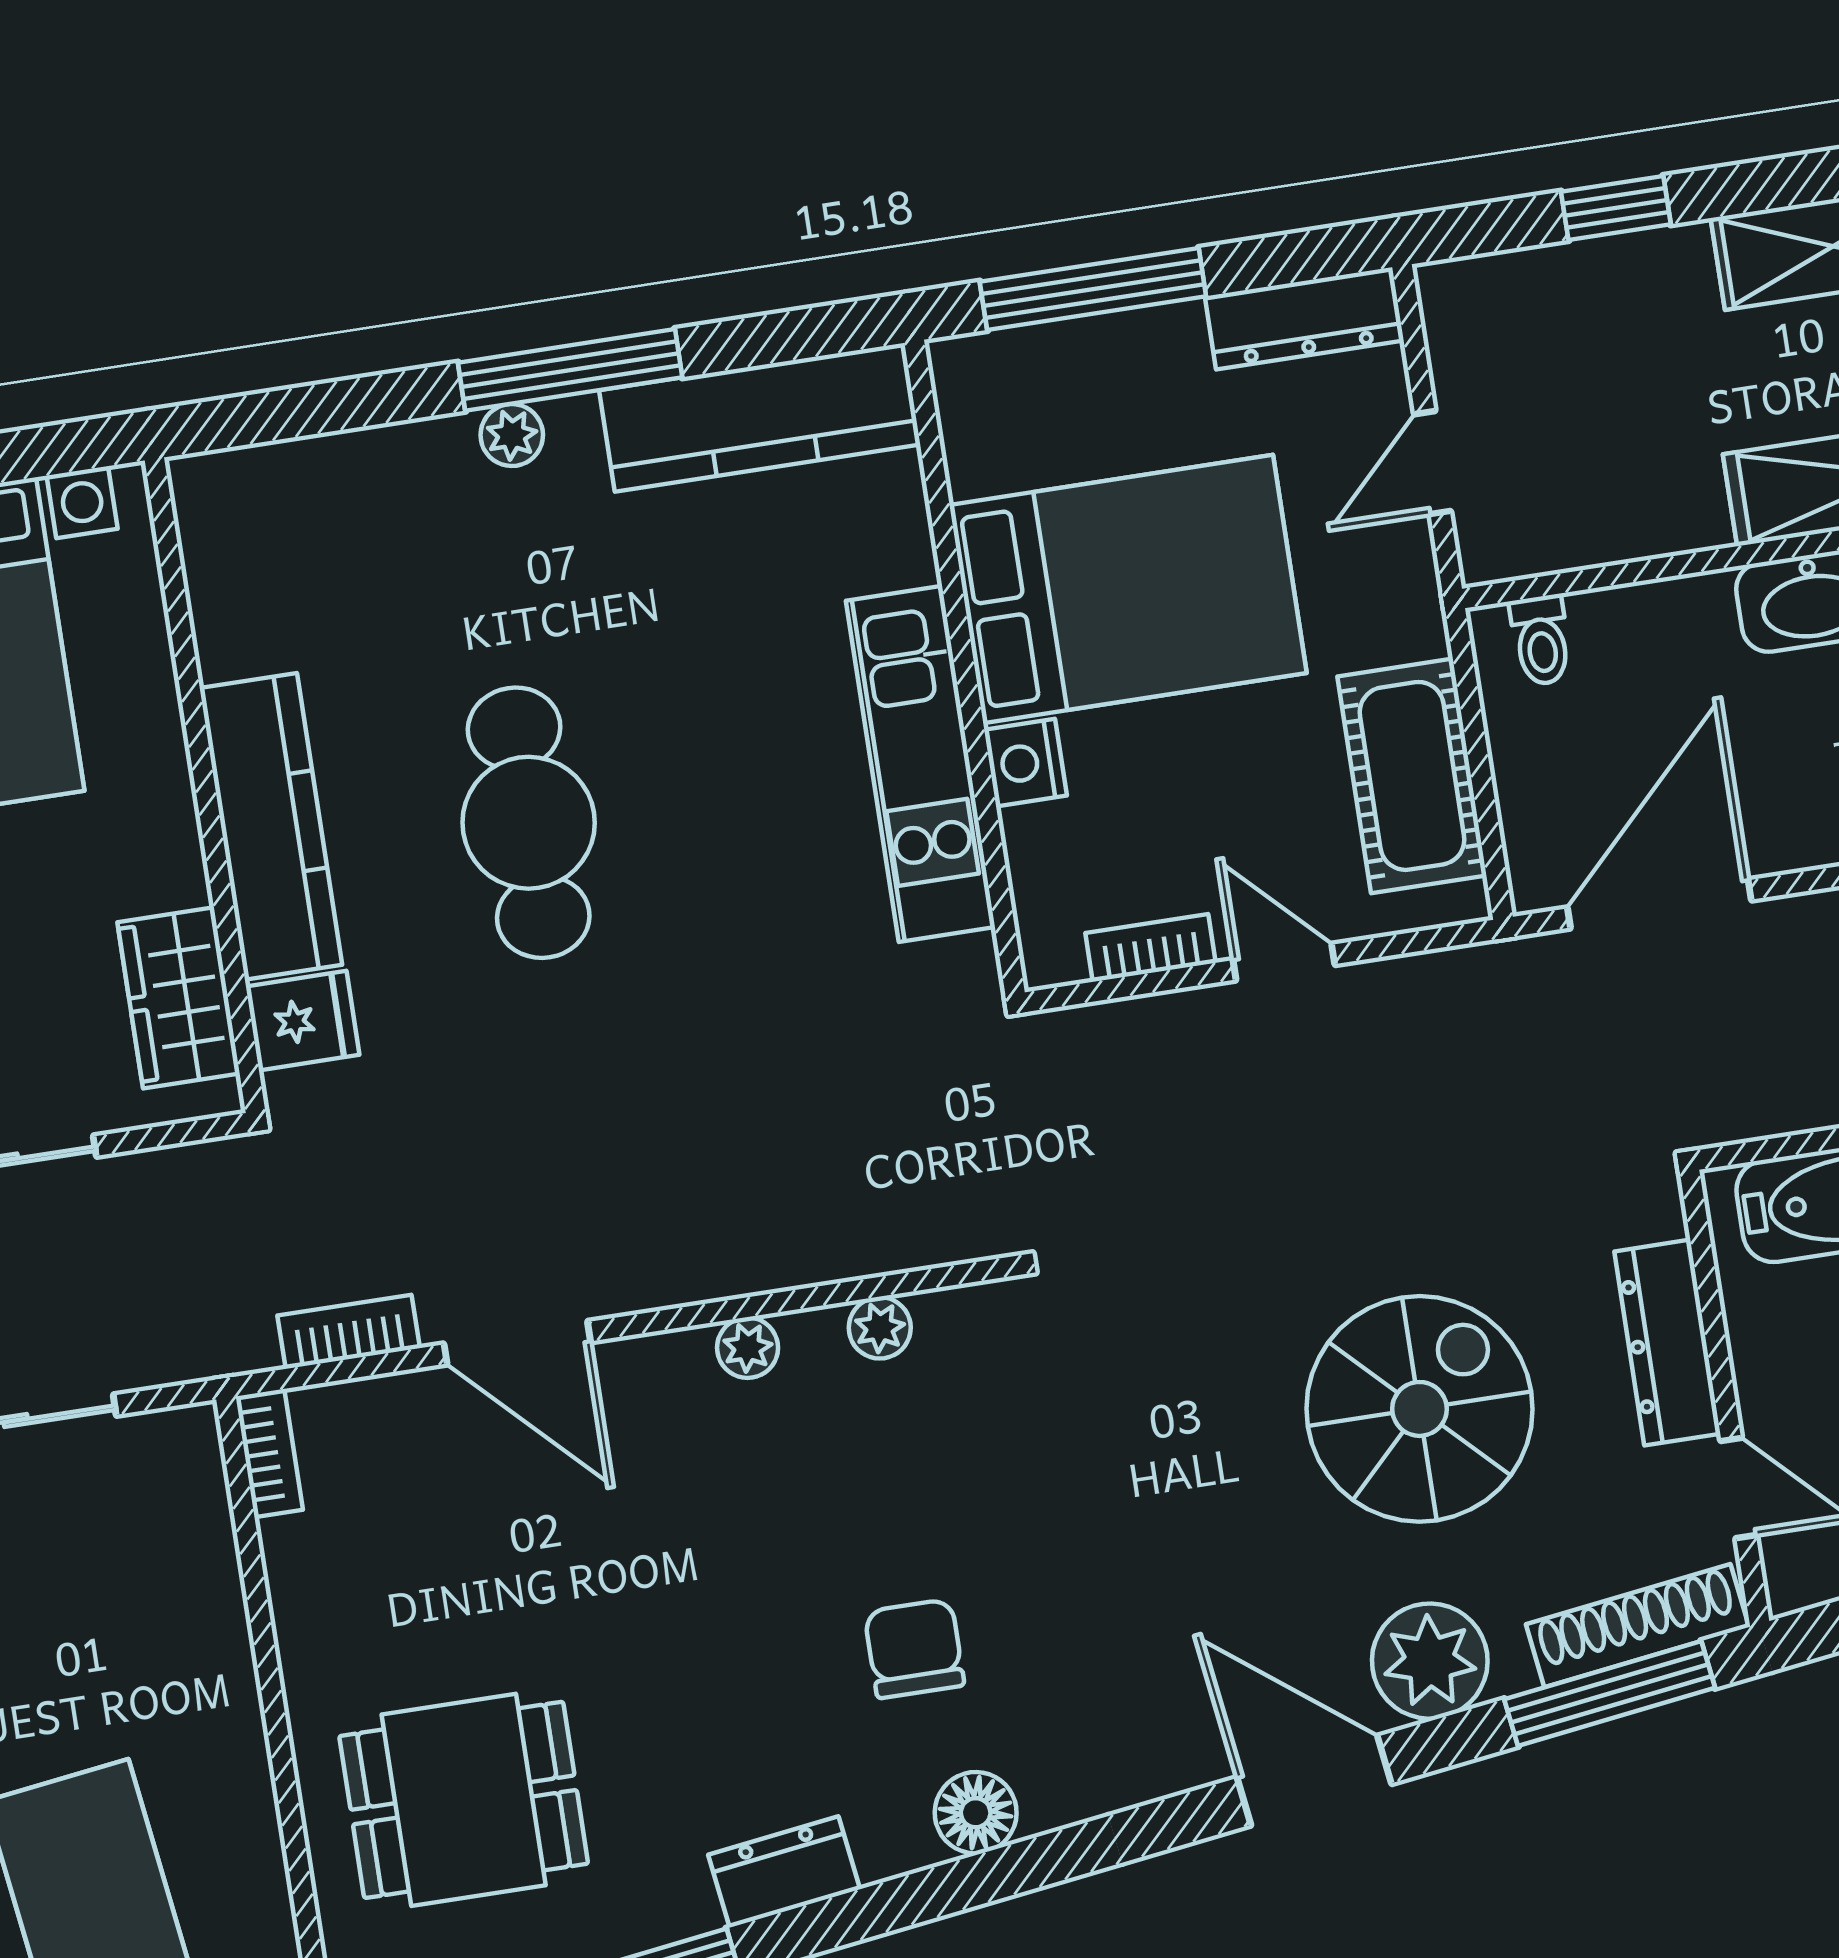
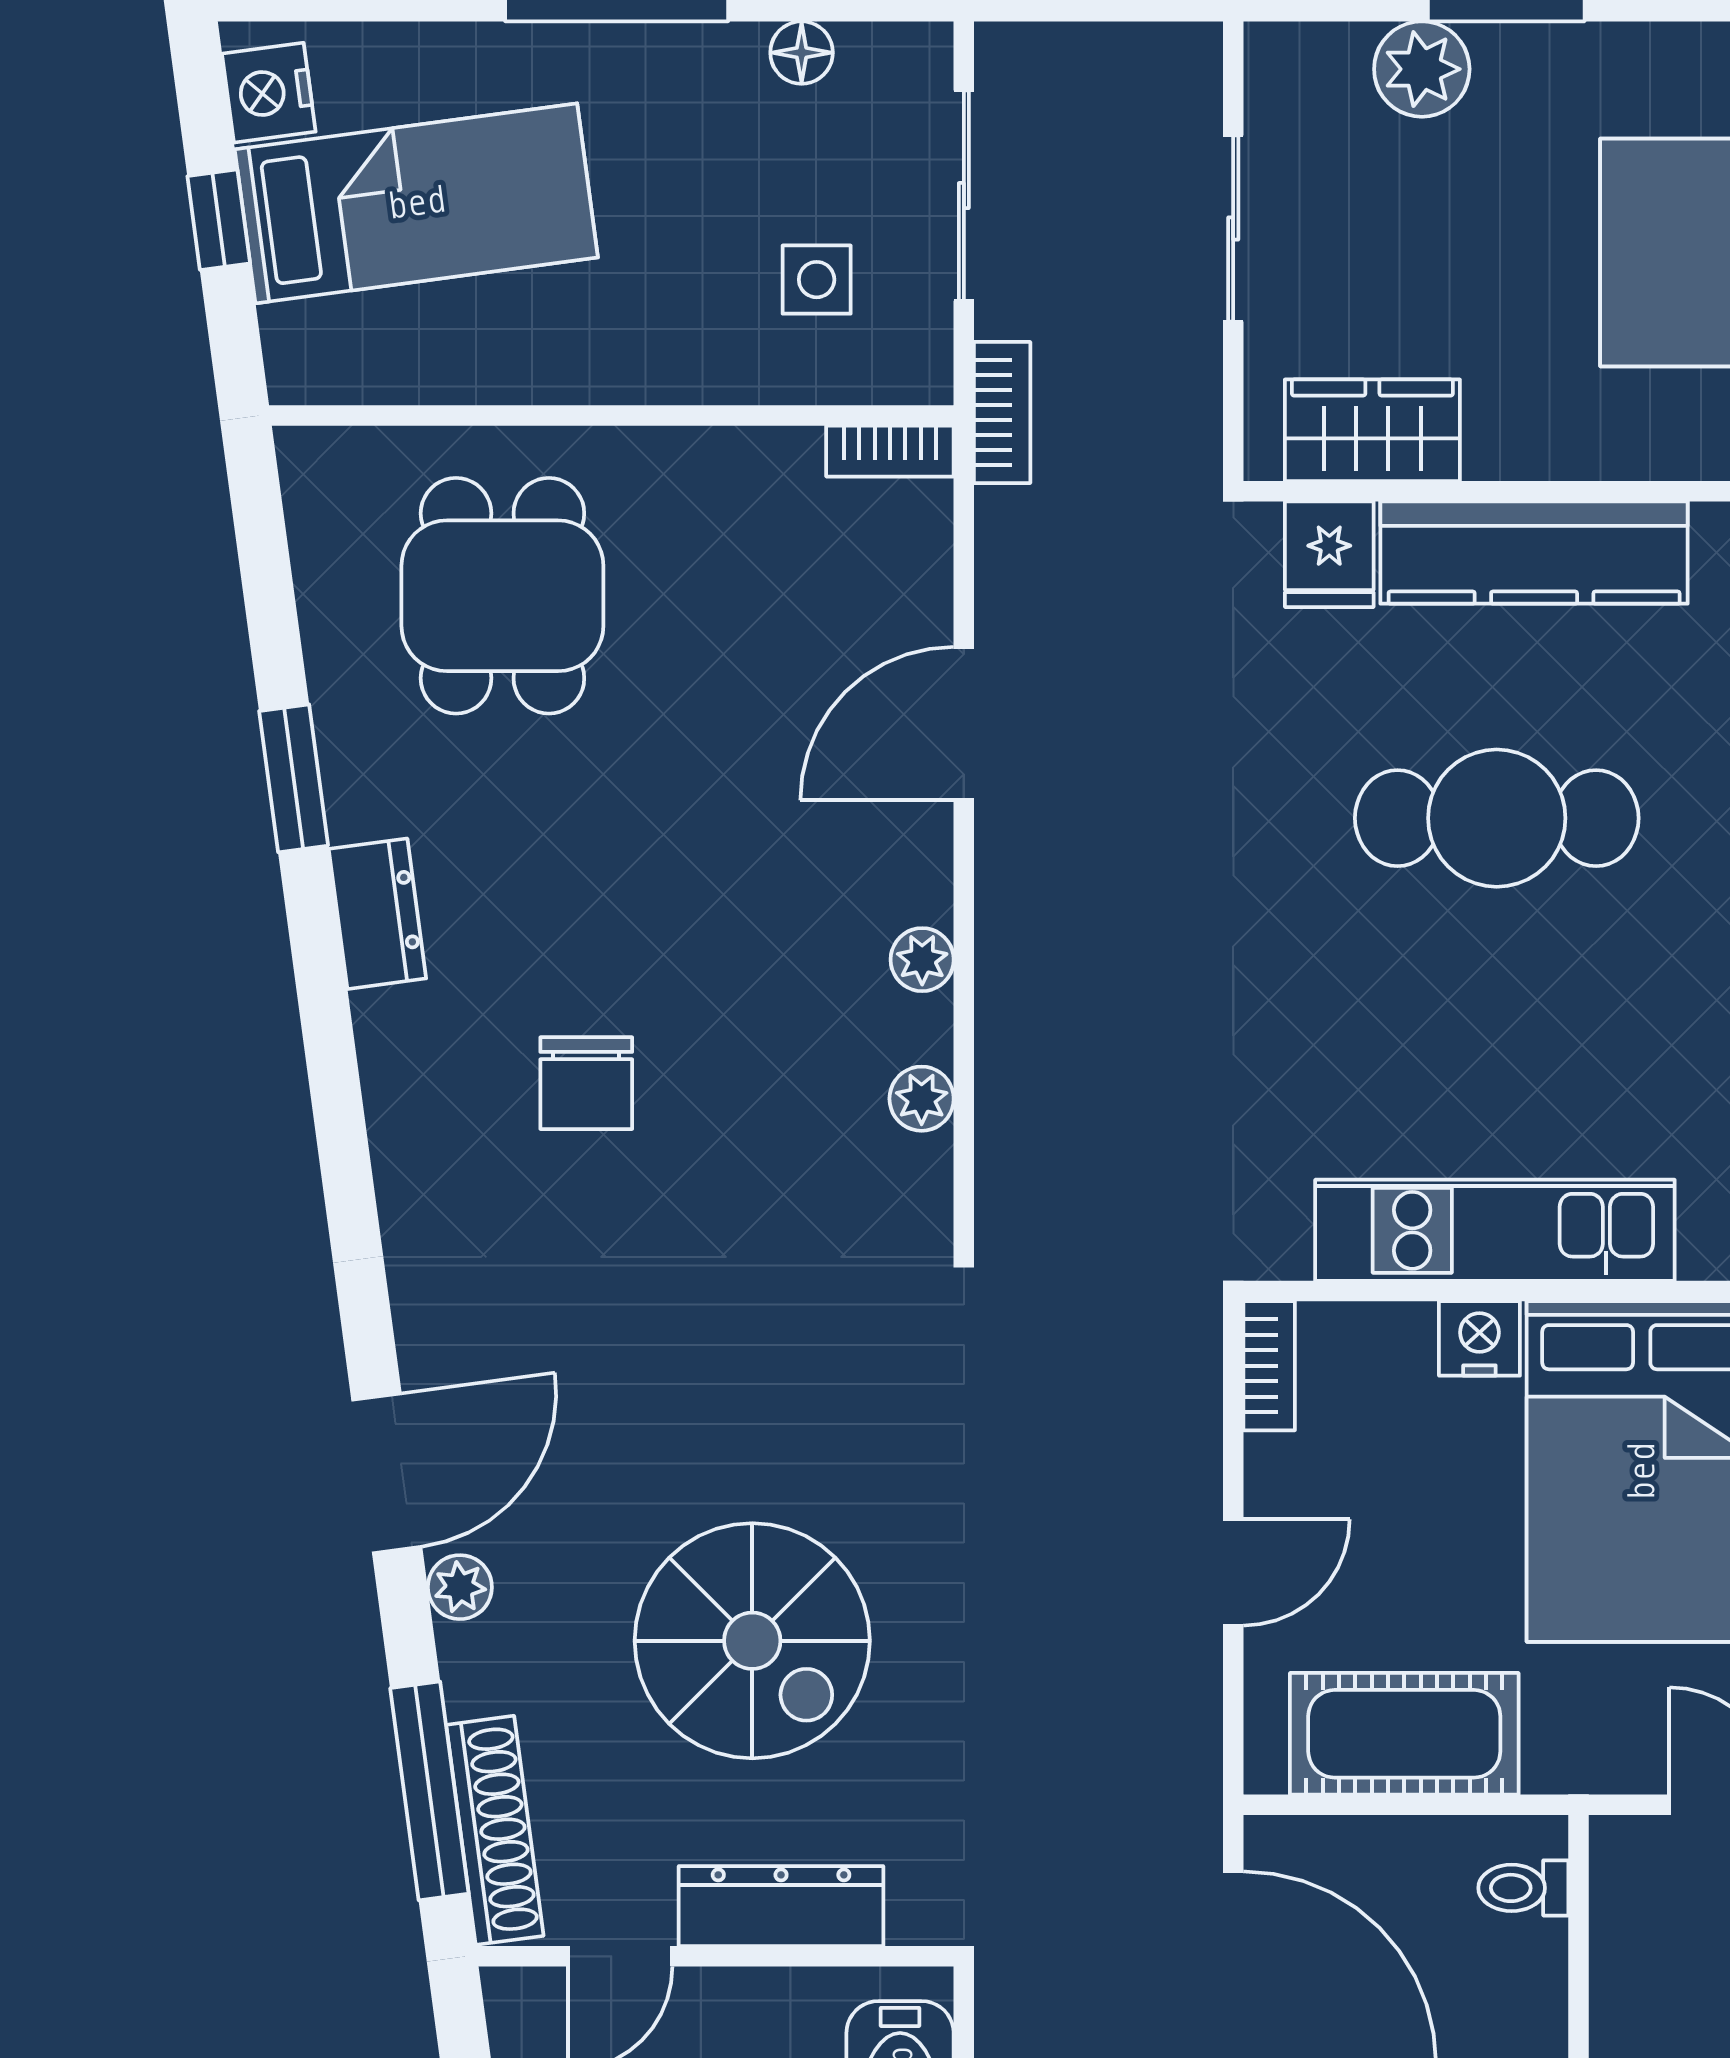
bookcase: (1150, 948) -> (1269, 1366), moved
bookcase: (349, 1332) -> (1002, 413), moved
side table: (117, 1548) -> (817, 280), added
chair: (914, 1649) -> (586, 1083), turned 90
plant: (1430, 1661) -> (460, 1587), width x0.53, depth x0.53
floor lamp: (976, 1813) -> (408, 1120), removed

